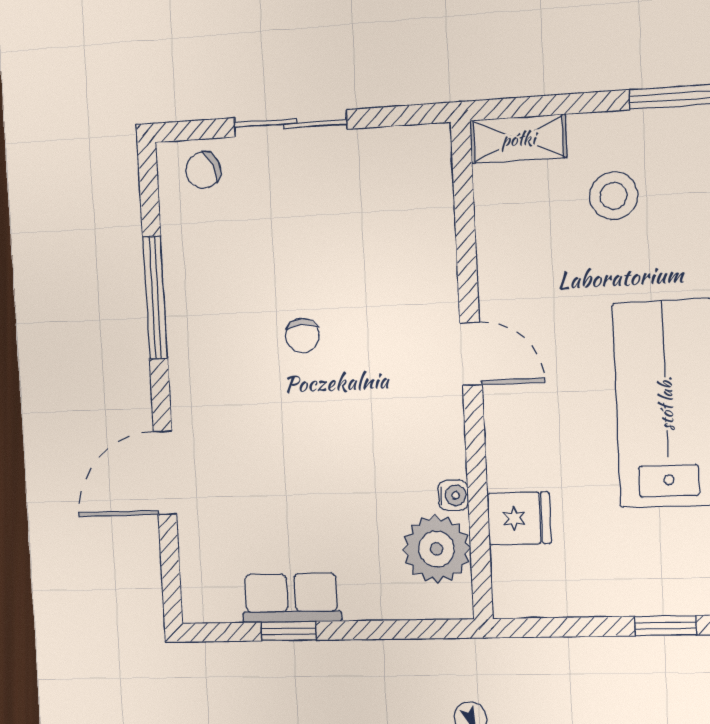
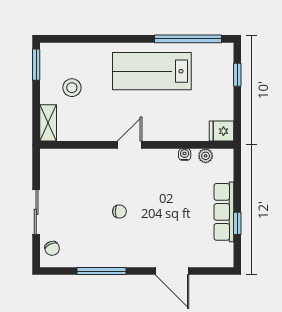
fridge: (519, 518) -> (222, 131), moved, turned -90
plant: (436, 549) -> (206, 156), width x0.53, depth x0.53
row of seats: (291, 598) -> (224, 212), width x1.48

